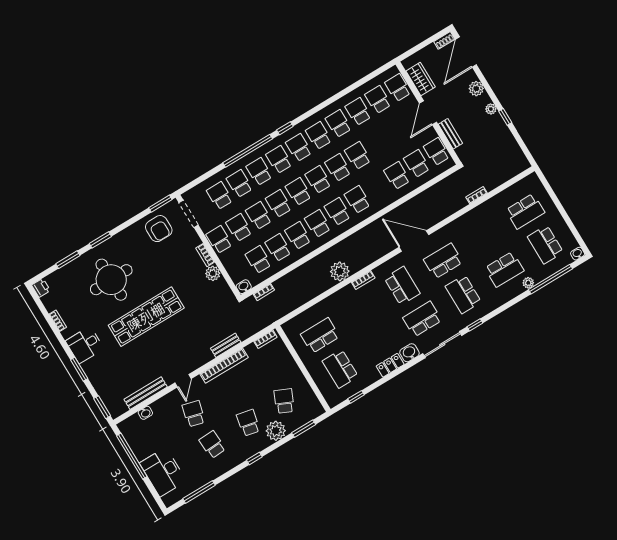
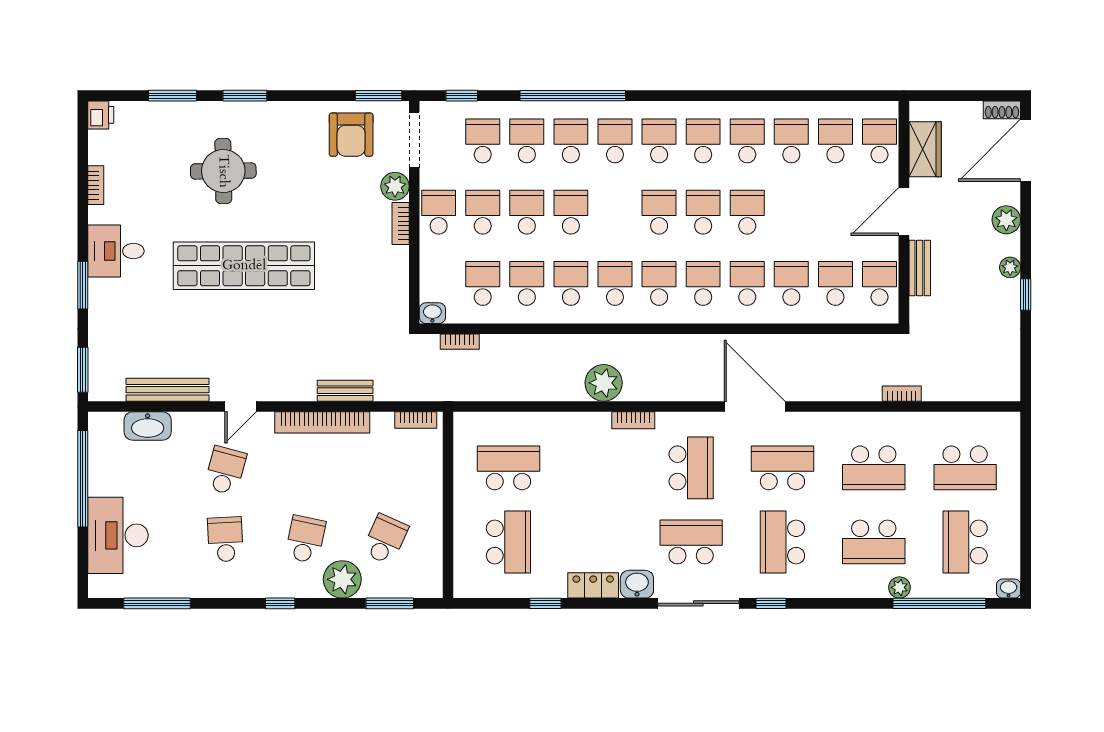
window: (285, 128) -> (462, 96), moved
school desk: (298, 192) -> (747, 283), moved
school desk: (484, 236) -> (874, 468), added
plant: (213, 273) -> (395, 186), moved
round table: (111, 280) -> (223, 171), width x0.73, depth x0.73
school desk: (340, 369) -> (508, 542), turned 180
window: (356, 397) -> (545, 603), moved
washbasin: (145, 413) -> (148, 426), width x1.91, depth x1.45

